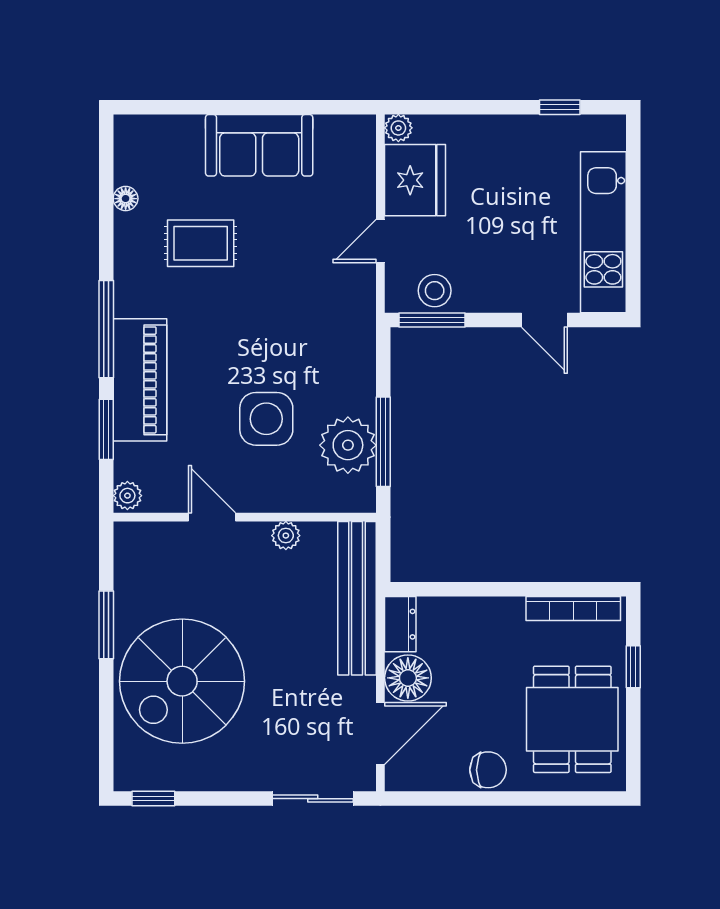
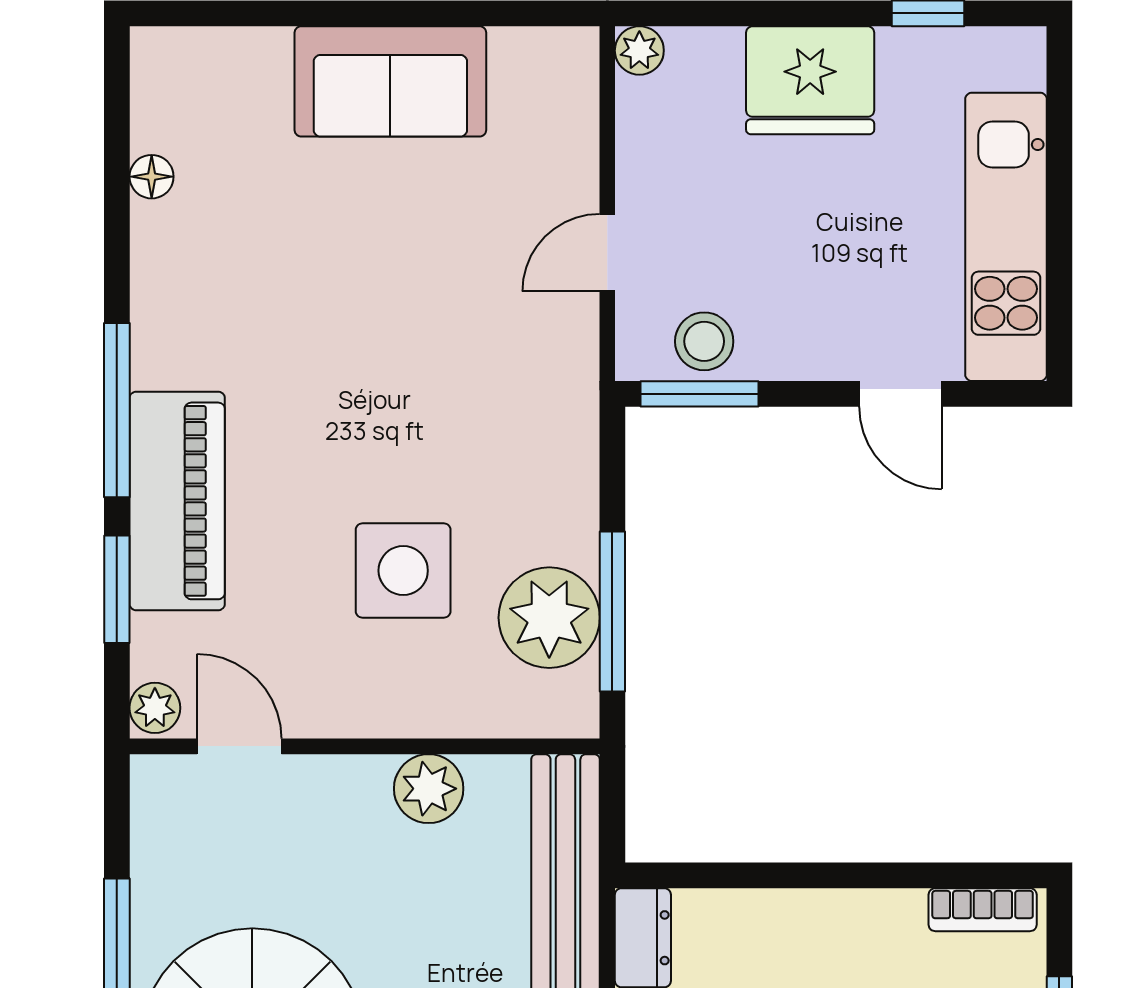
fridge: (415, 180) -> (810, 80), moved, turned 90
rug: (201, 243) -> (286, 257), removed
door: (212, 517) -> (239, 746), moved
plant: (286, 536) -> (429, 789), width x1.38, depth x1.38
bookcase: (573, 608) -> (983, 910), width x0.64

